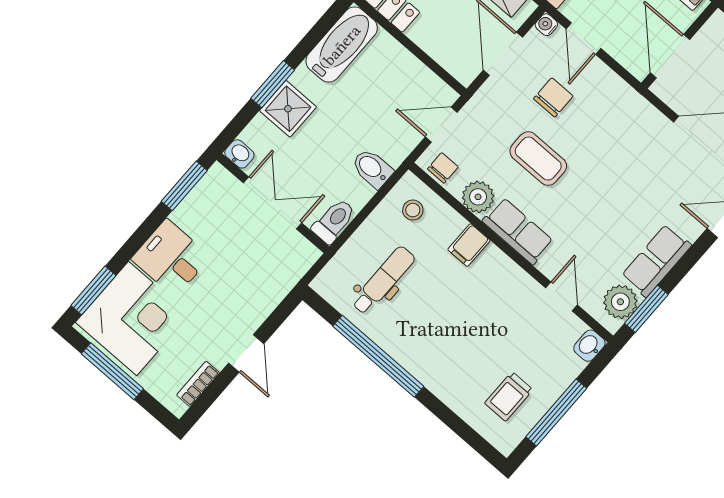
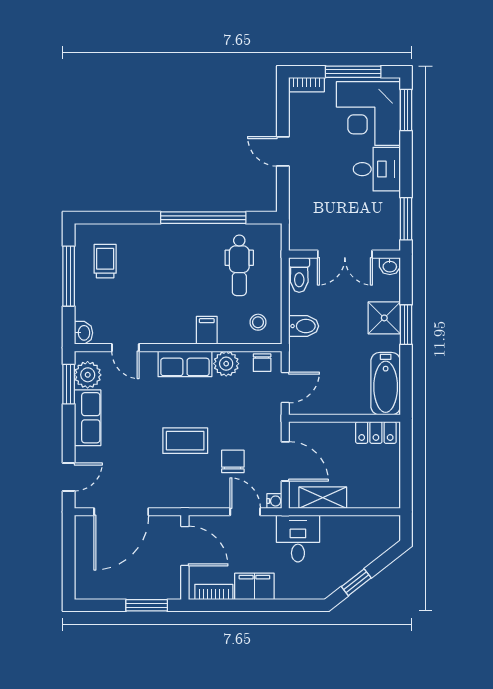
chair: (553, 97) -> (233, 461), turned 180
coffee table: (538, 159) -> (185, 441), moved
bookcase: (198, 384) -> (306, 85), moved, turned 90

